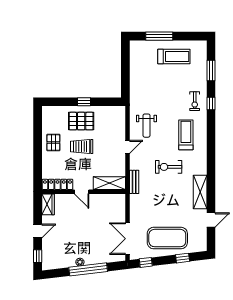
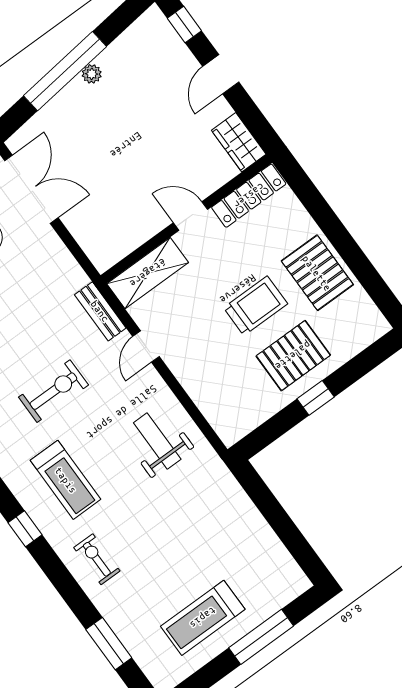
window: (211, 103) -> (25, 529), moved
pallet: (53, 143) -> (317, 273), width x1.50, depth x1.42
door: (127, 147) -> (146, 347), moved

